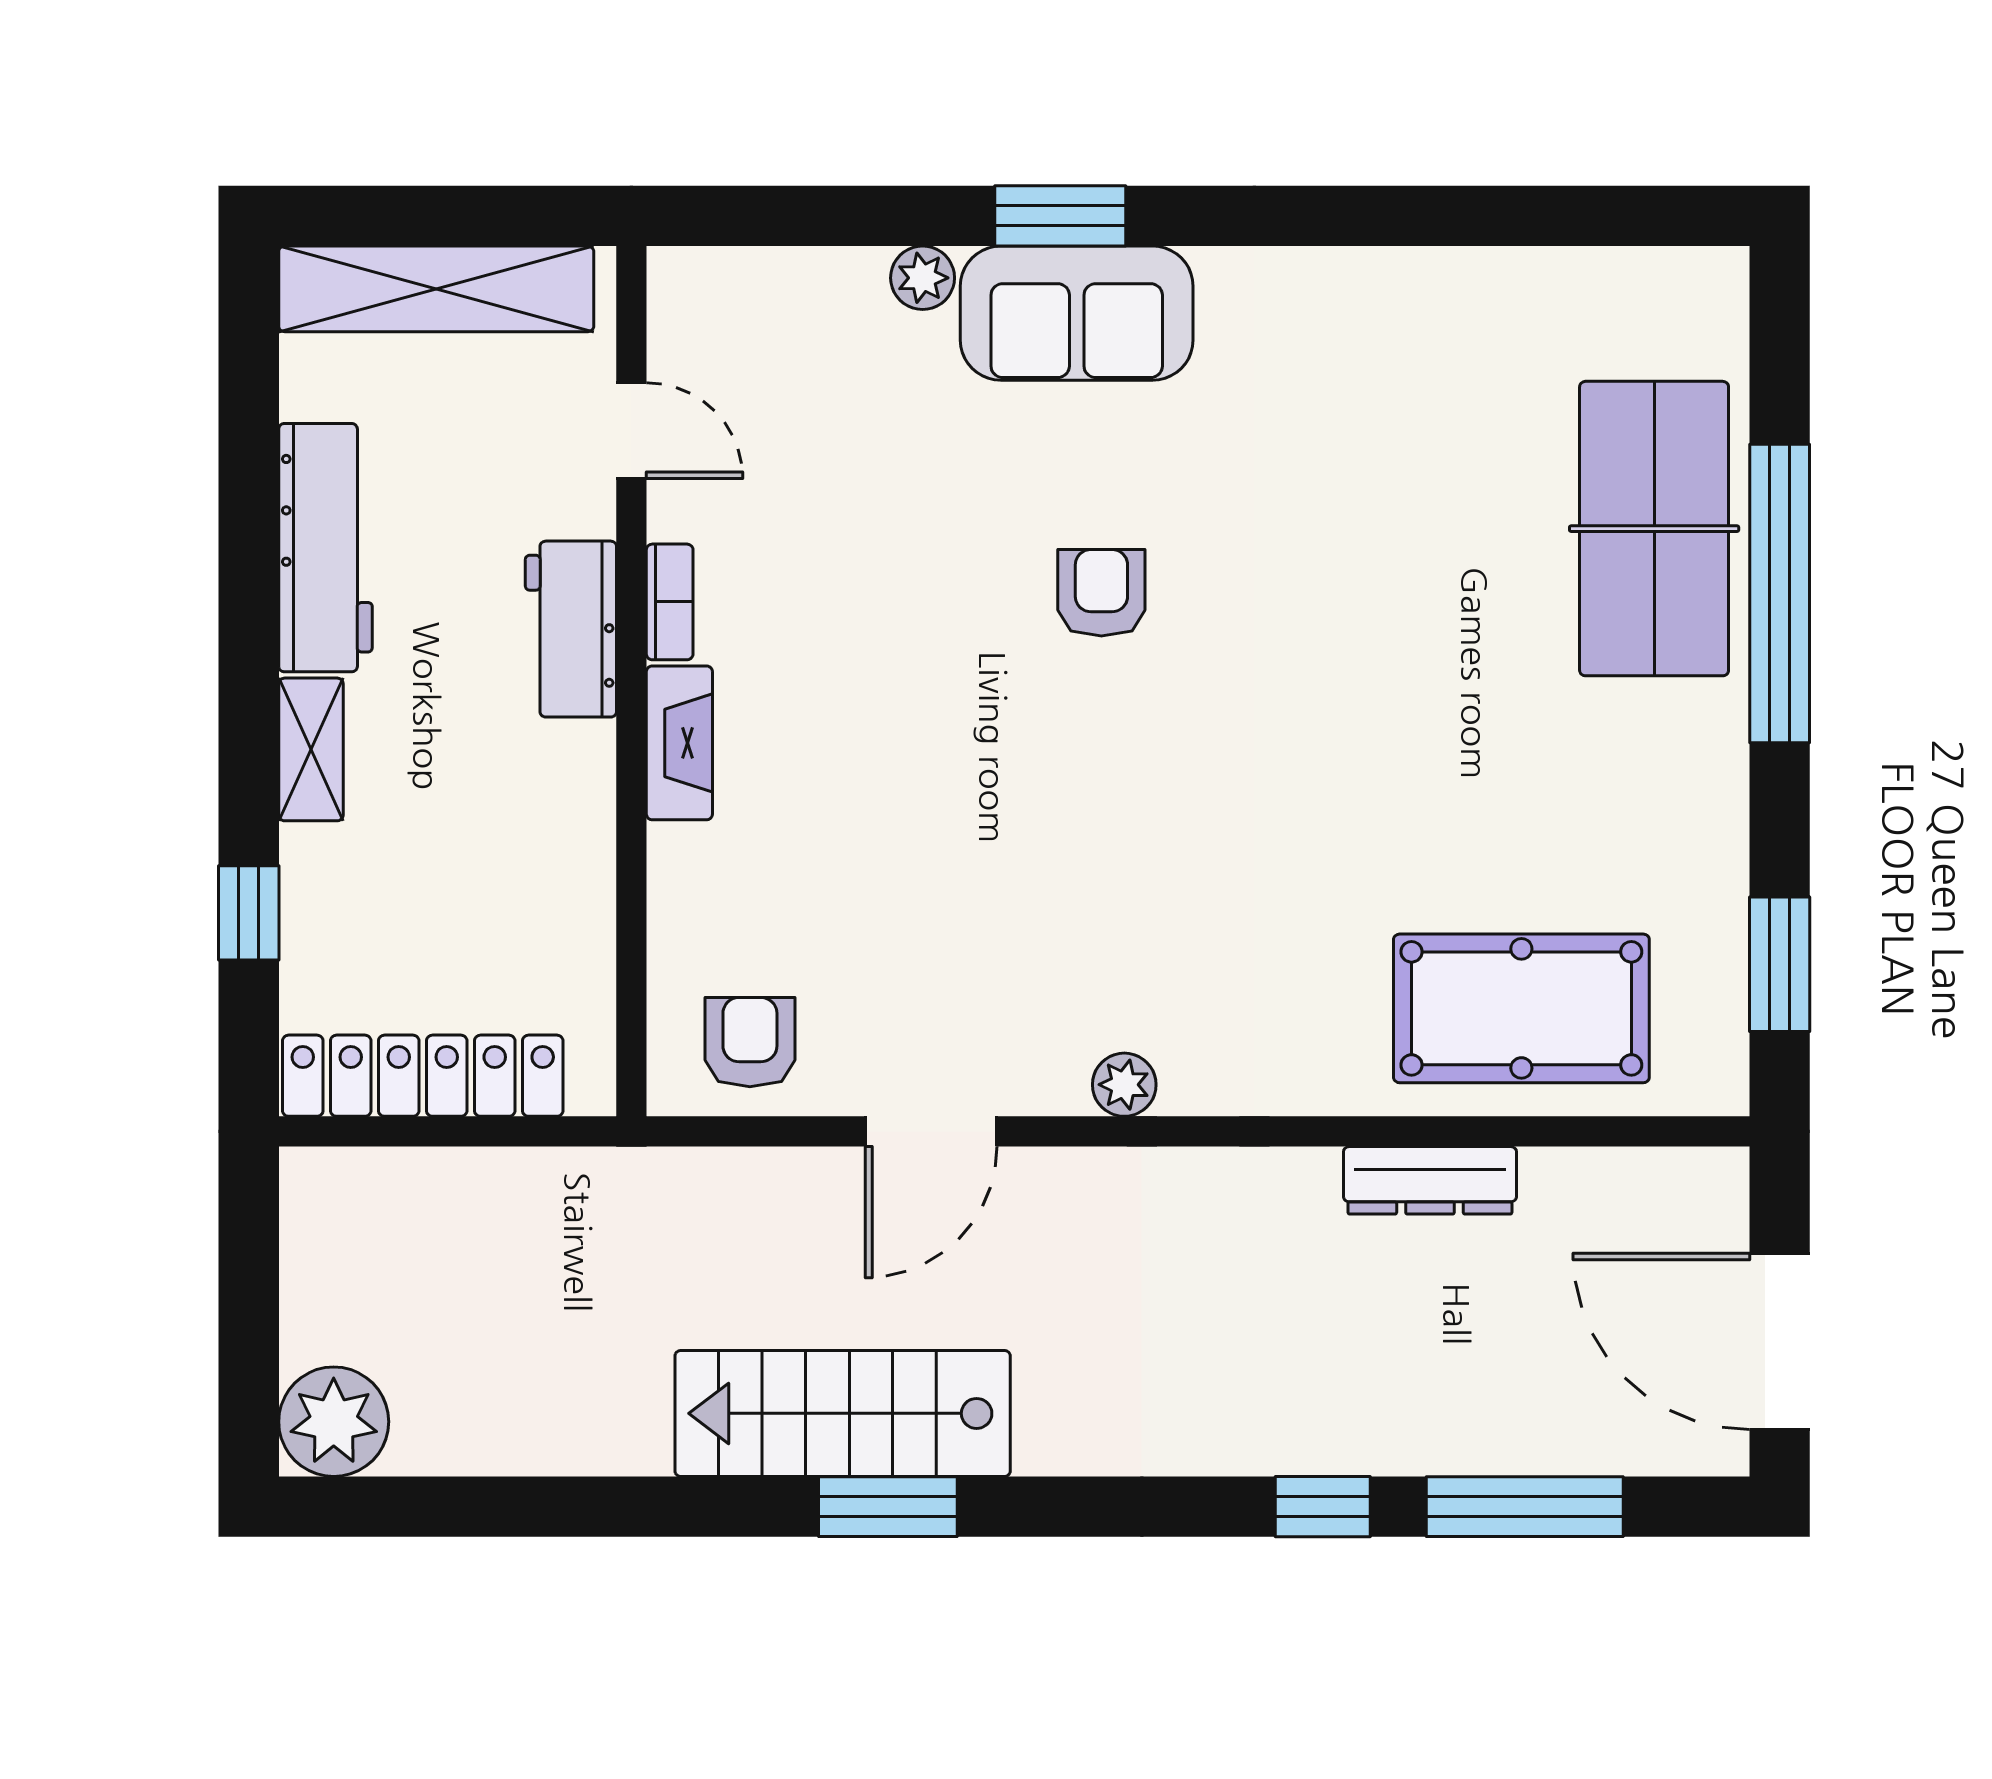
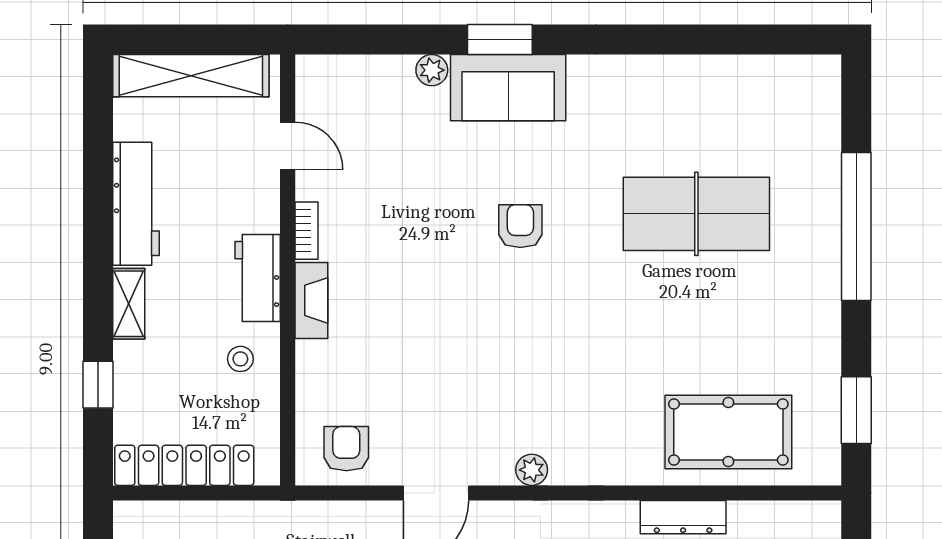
table tennis table: (1654, 529) -> (696, 214), moved, turned 90
workbench: (571, 629) -> (258, 278), moved
stool: (536, 861) -> (240, 359), added

